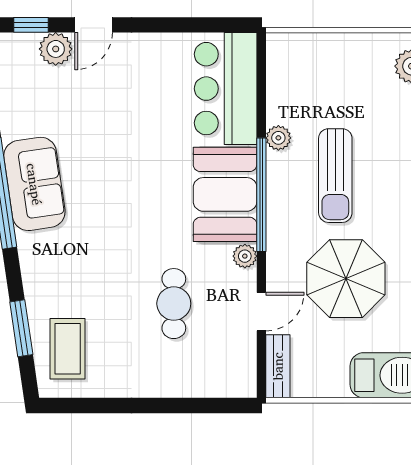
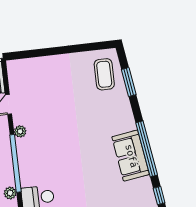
booth: (225, 194) -> (34, 161), removed
cafe table: (174, 304) -> (53, 103), removed

